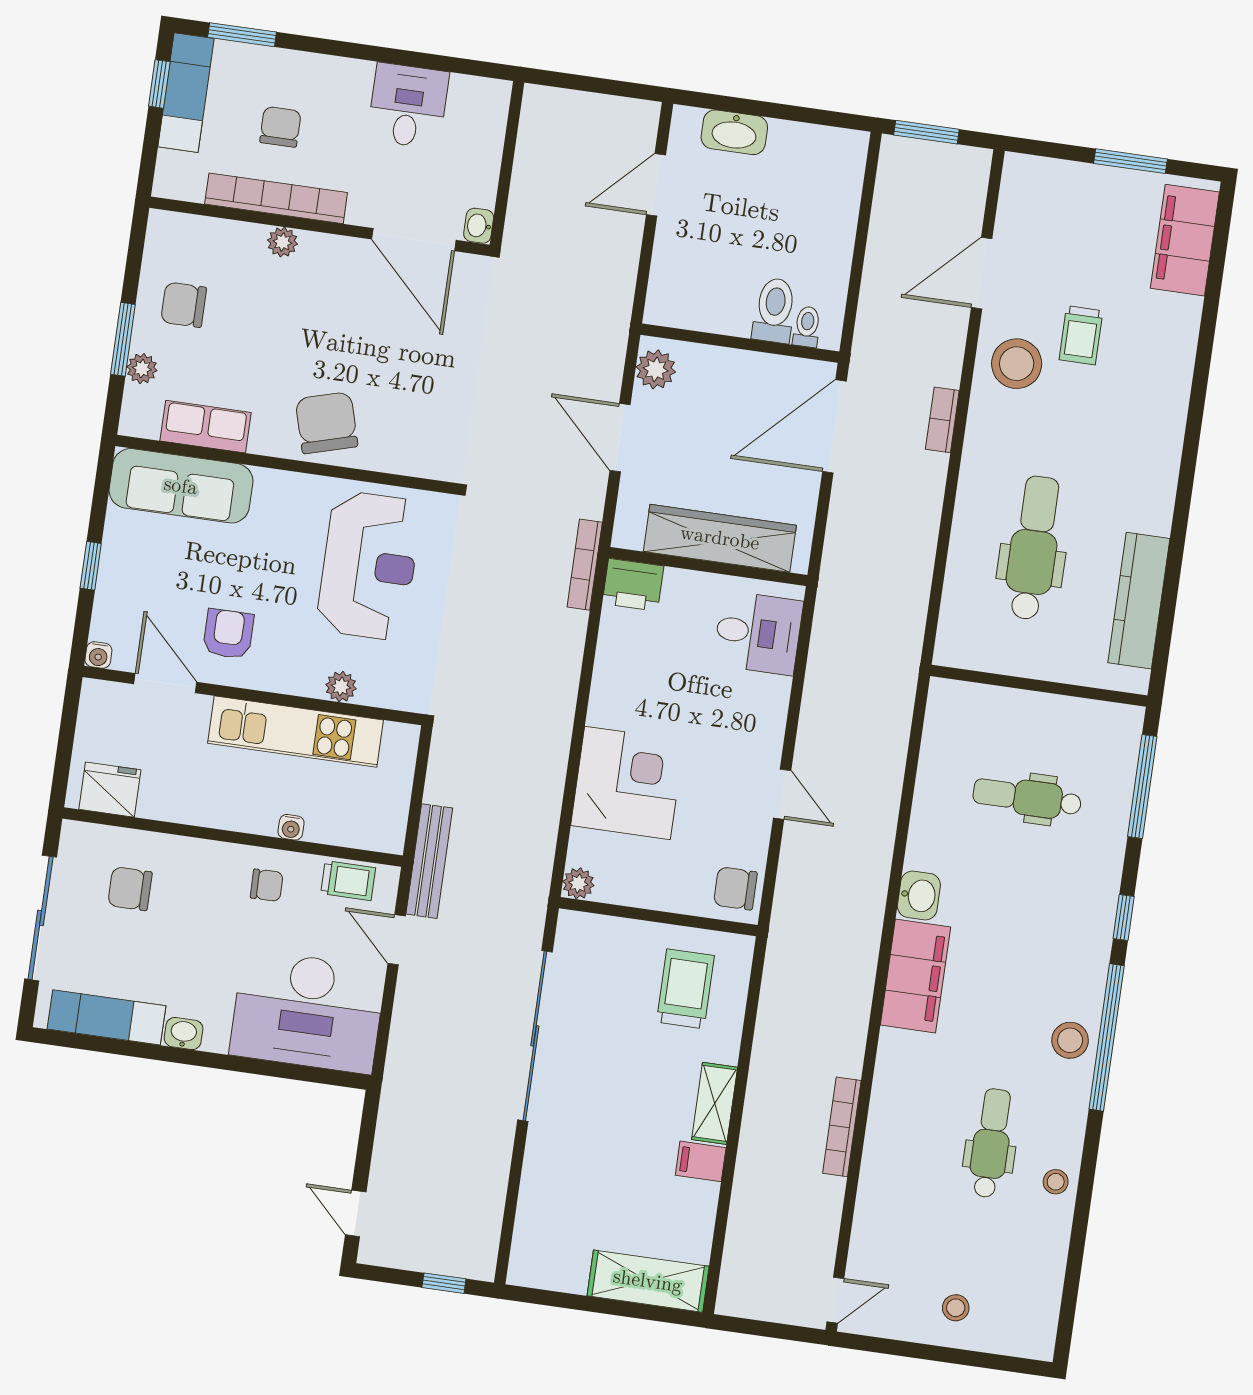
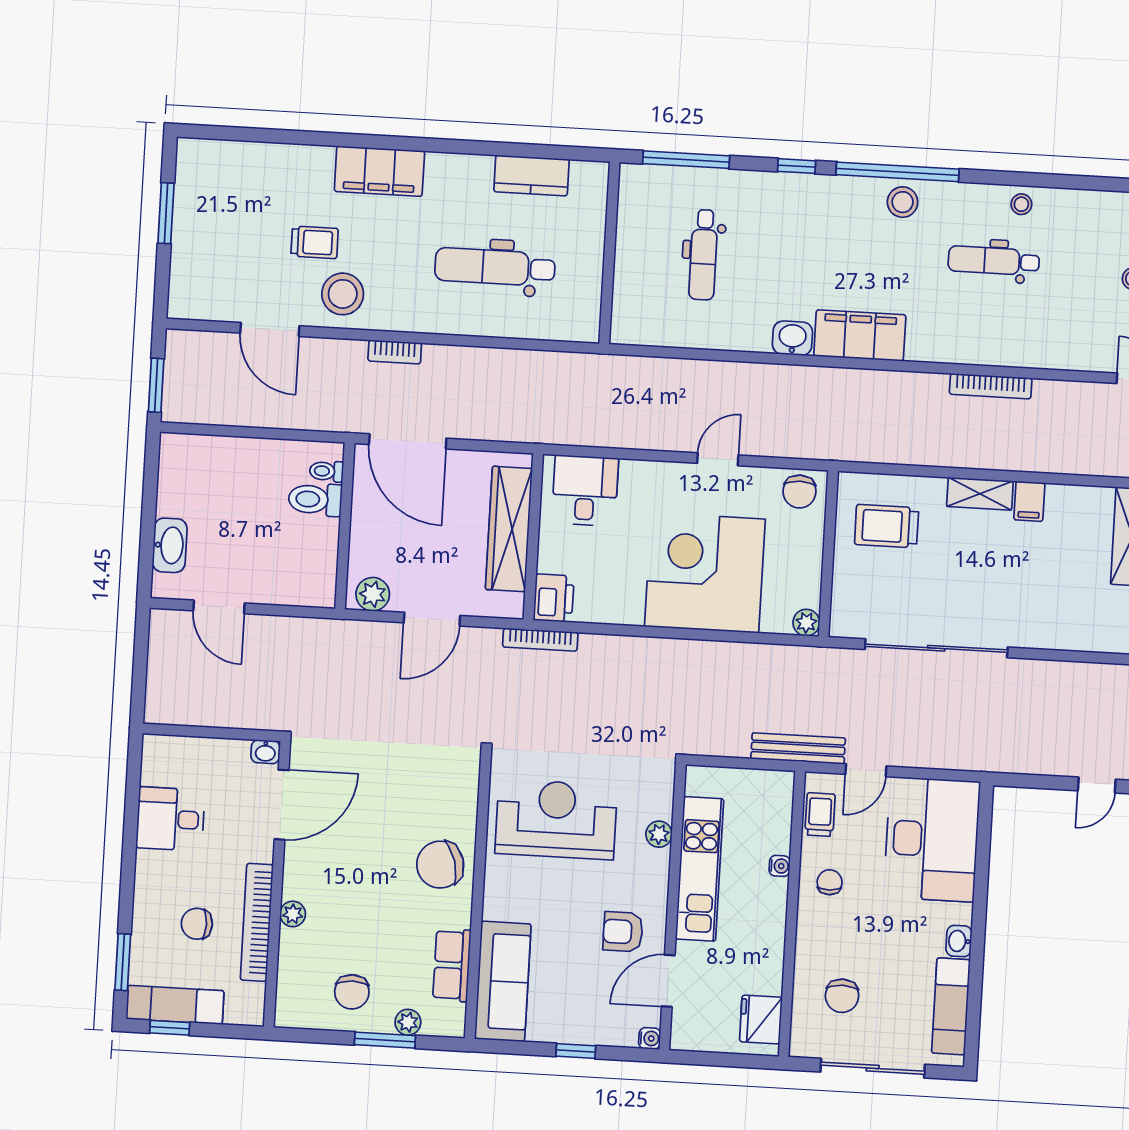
filing cabinet: (1185, 240) -> (379, 171), moved
kitchen counter: (1139, 601) -> (531, 176), width x0.67
corner desk: (627, 783) -> (705, 573), width x1.36, depth x1.36

